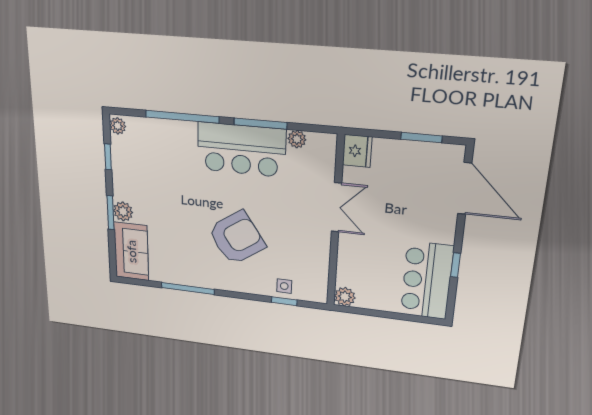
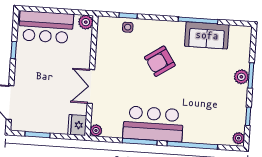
plant: (297, 139) -> (96, 130), moved
armchair: (237, 238) -> (160, 61), width x0.73, depth x0.73
sofa: (131, 251) -> (207, 35), moved, turned -90
bar counter: (427, 280) -> (46, 27), moved, turned 90

